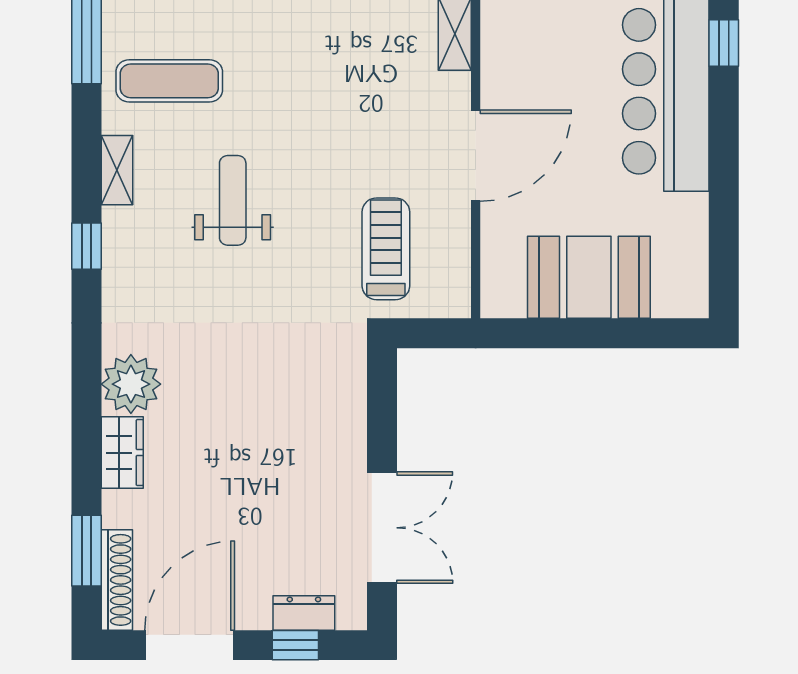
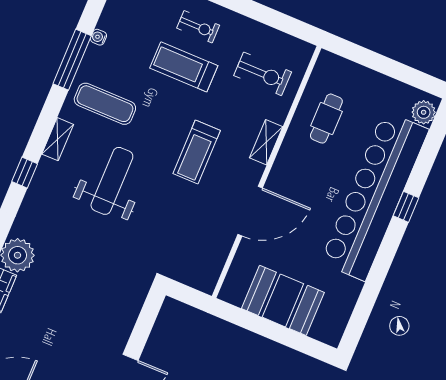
weight bench: (233, 200) -> (112, 181), width x1.36, depth x1.33
treadmill: (386, 249) -> (197, 152), moved, turned 180

